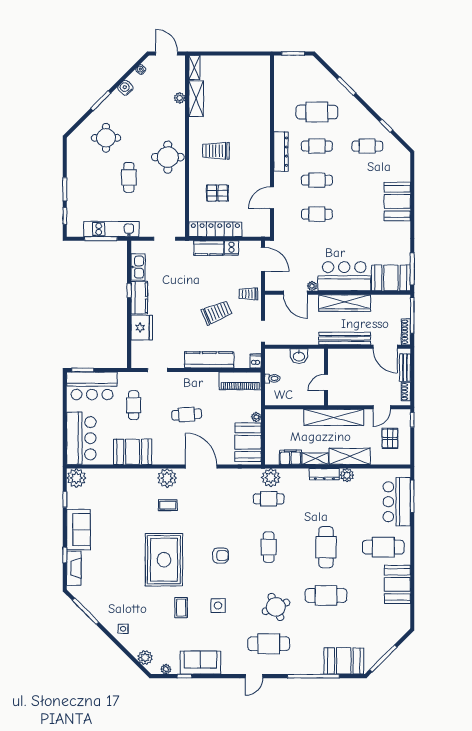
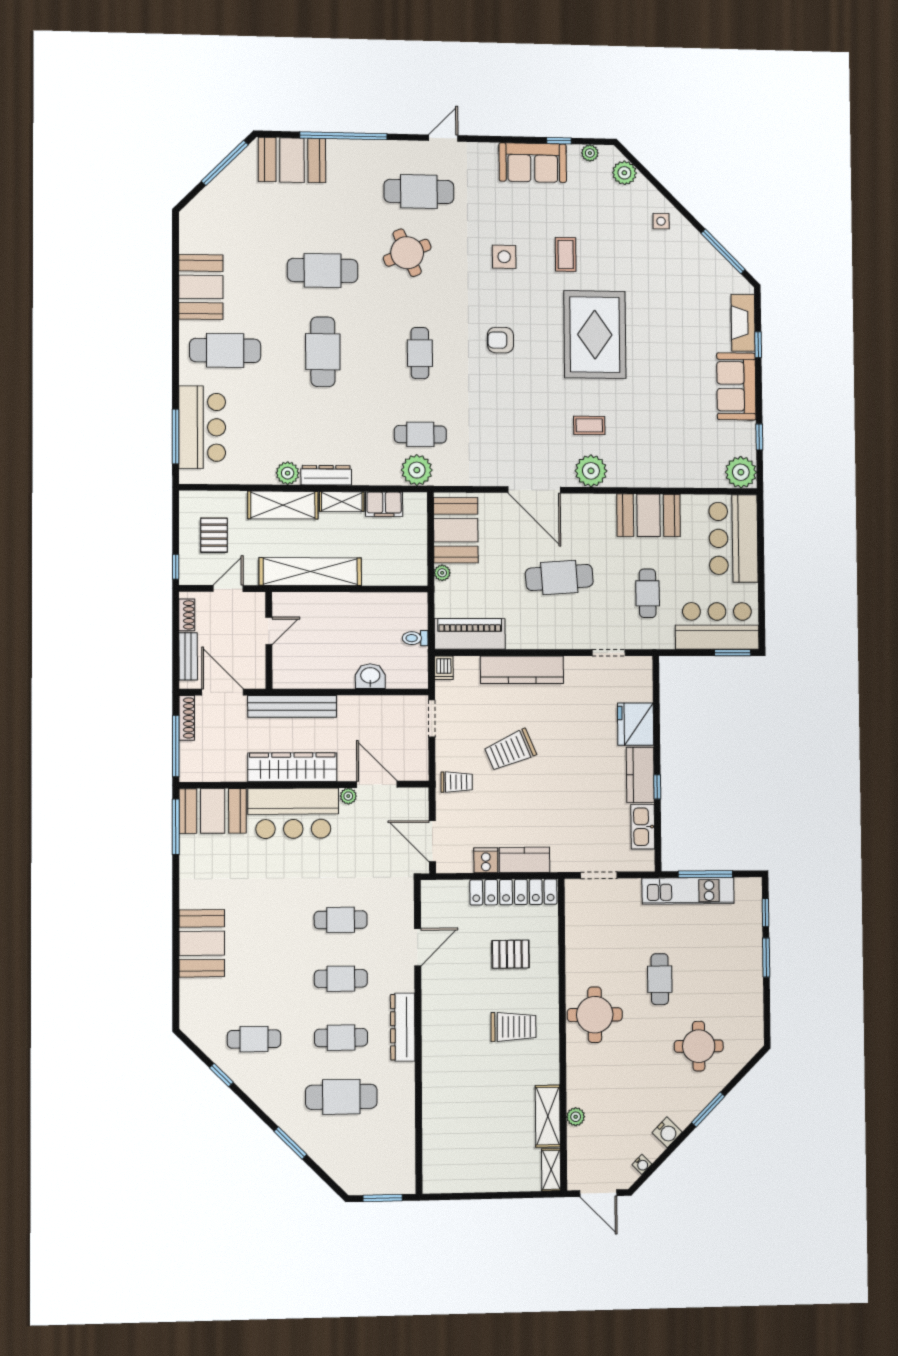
wall: (326, 377) -> (269, 640), moved
door: (326, 382) -> (269, 631), moved
cafe table: (187, 414) -> (559, 577), width x1.37, depth x1.35

